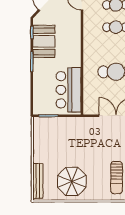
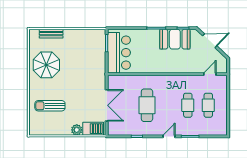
bar counter: (69, 90) -> (119, 53), moved, turned 90
bench: (38, 181) -> (51, 34), width x0.73

